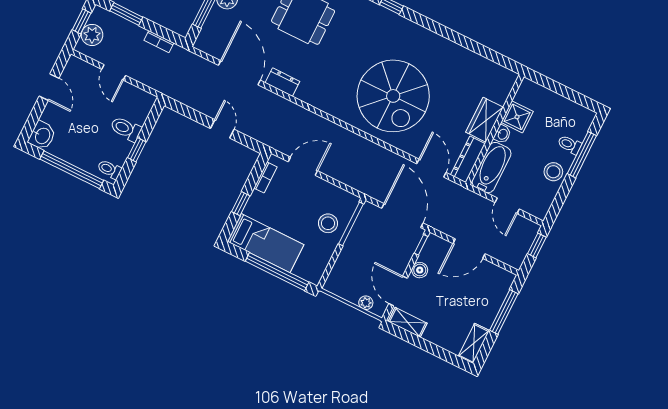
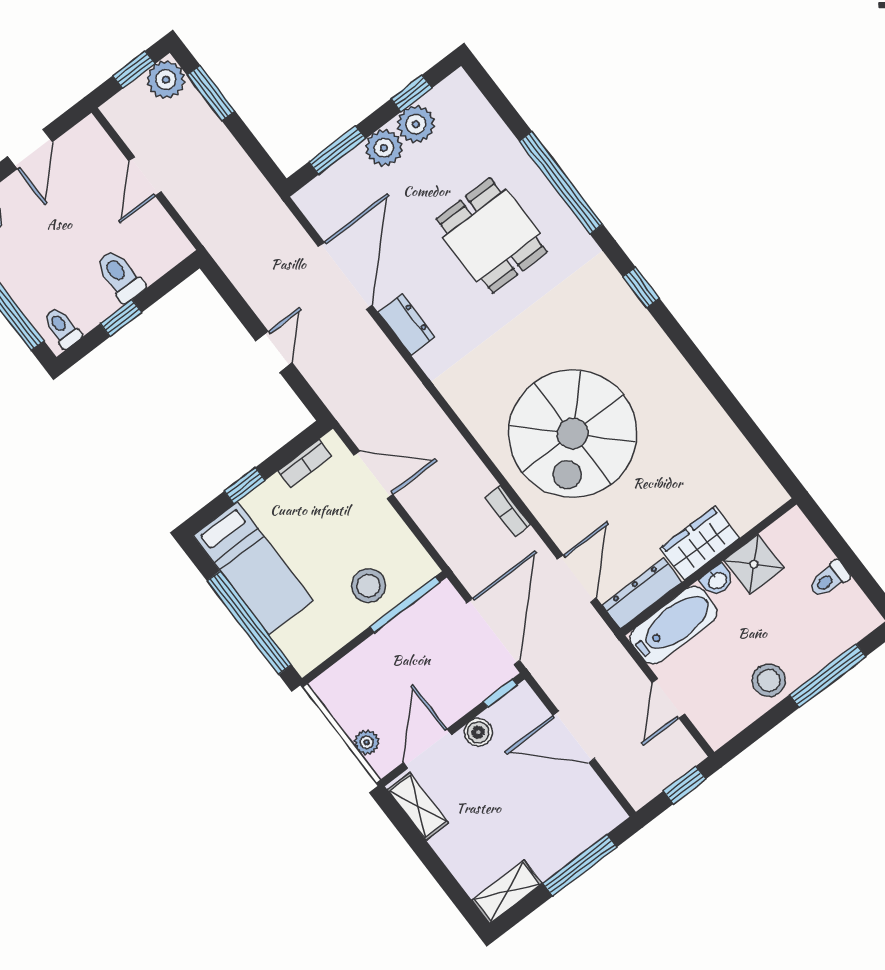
plant: (92, 35) -> (166, 80), moved
bookcase: (159, 42) -> (508, 511), moved
toilet: (569, 145) -> (829, 579), moved, turned -90

